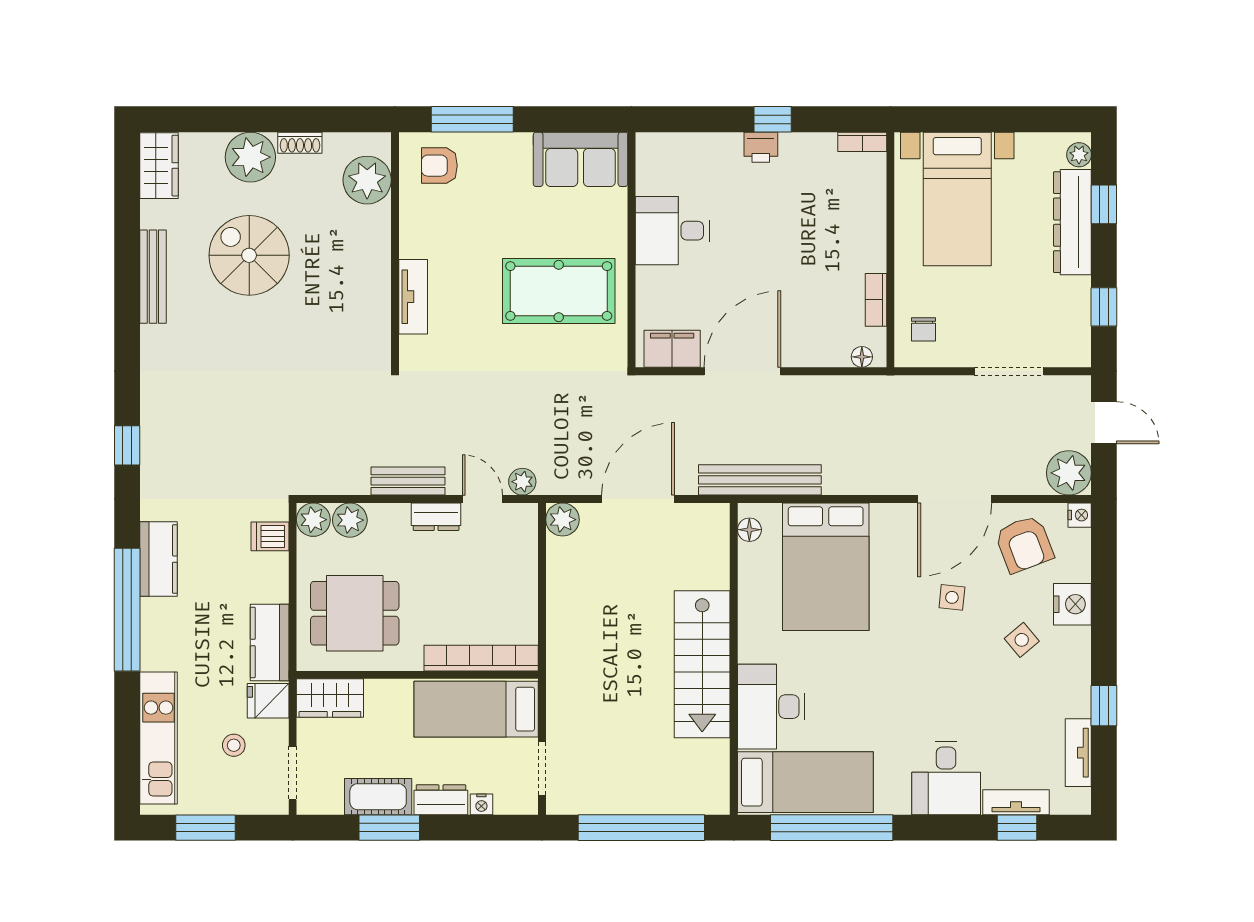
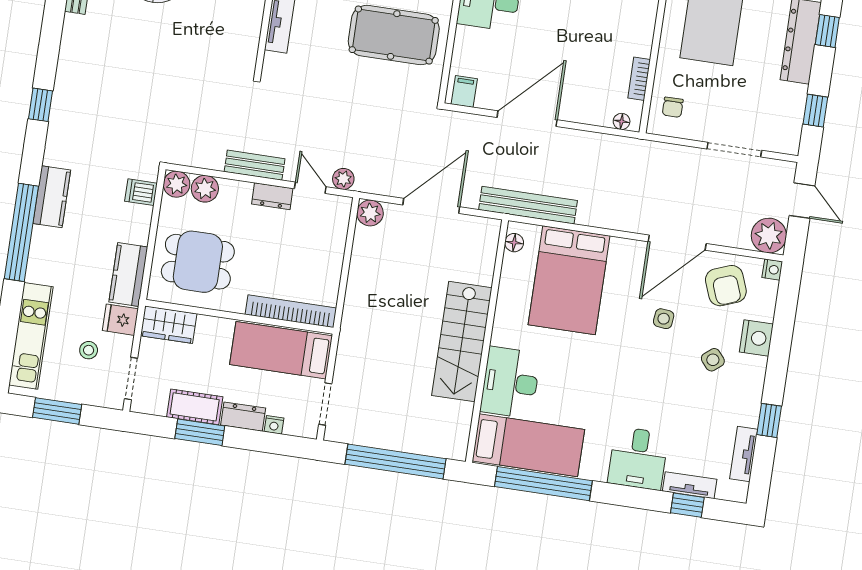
filing cabinet: (672, 349) -> (464, 91), width x0.50

